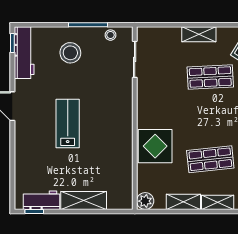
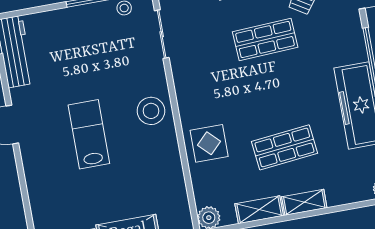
stool: (70, 53) -> (151, 111), moved
display table: (155, 146) -> (209, 143), width x0.73, depth x0.73

